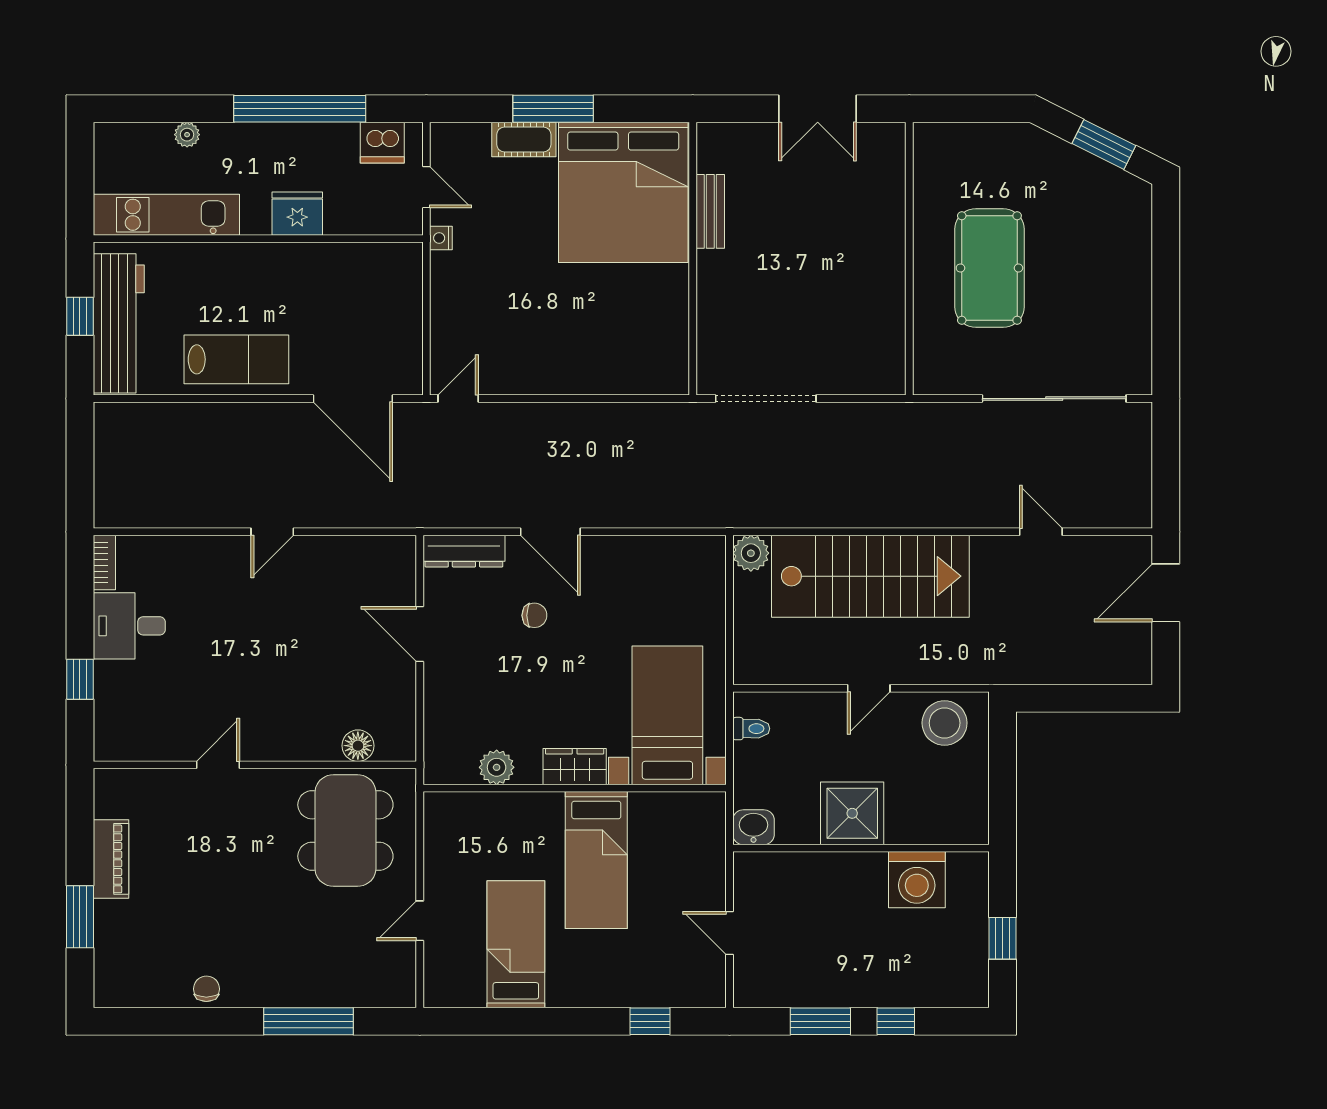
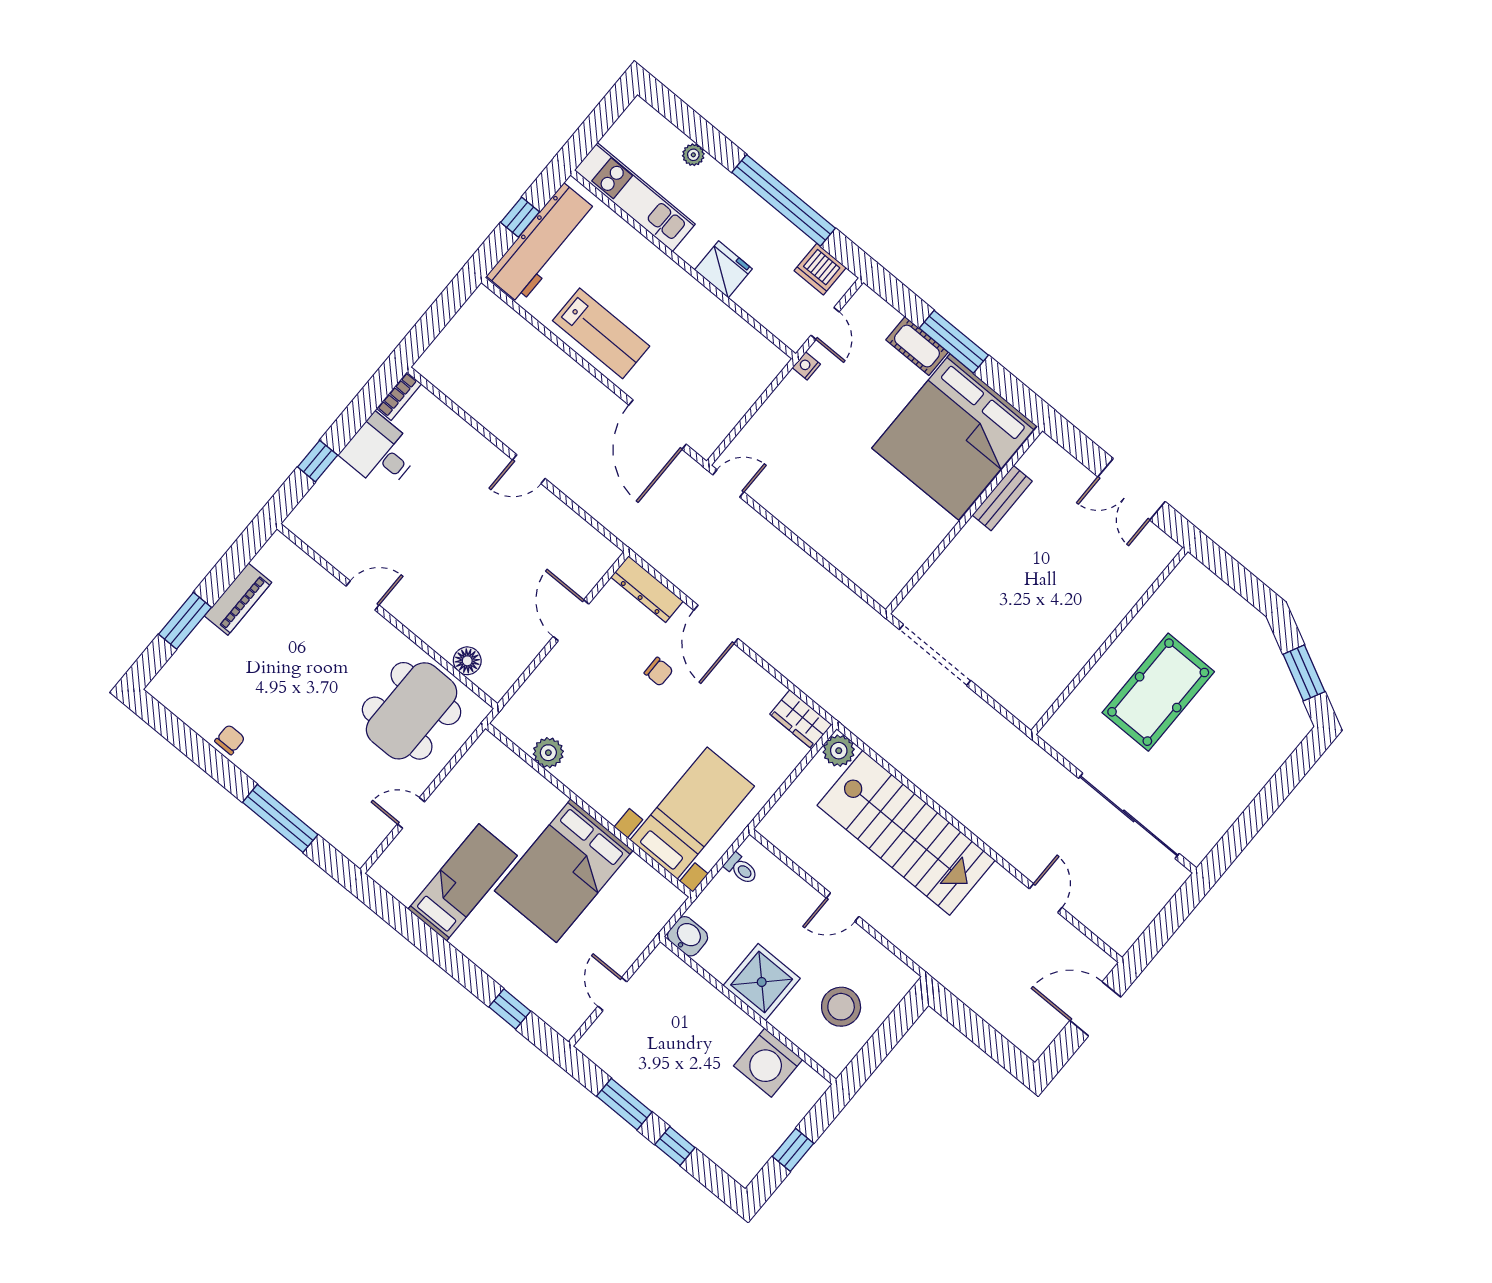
stool: (945, 723) -> (841, 1007), moved
wardrobe: (575, 767) -> (801, 719), moved, turned 180
bed: (596, 860) -> (564, 871), width x1.50

